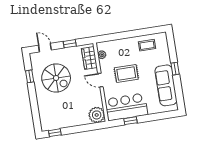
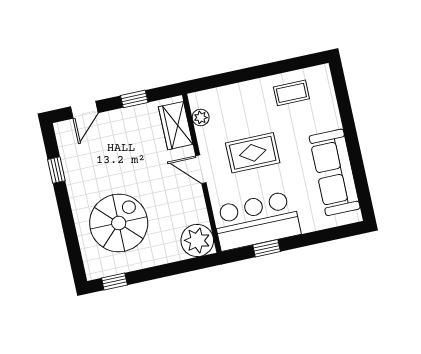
door: (45, 48) -> (84, 110), swing flipped
window: (175, 69) -> (351, 137), removed
spiral stairs: (56, 78) -> (119, 223), moved, turned -90

